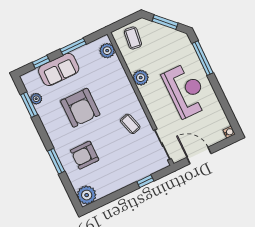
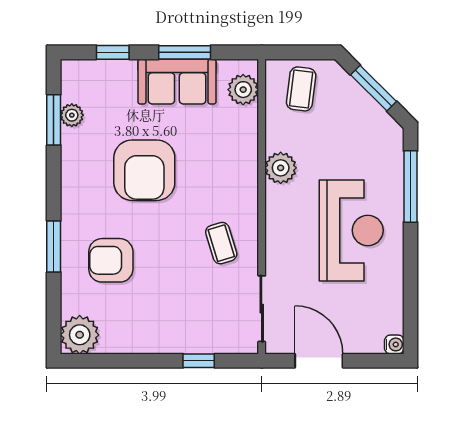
sofa: (59, 70) -> (177, 82), moved

